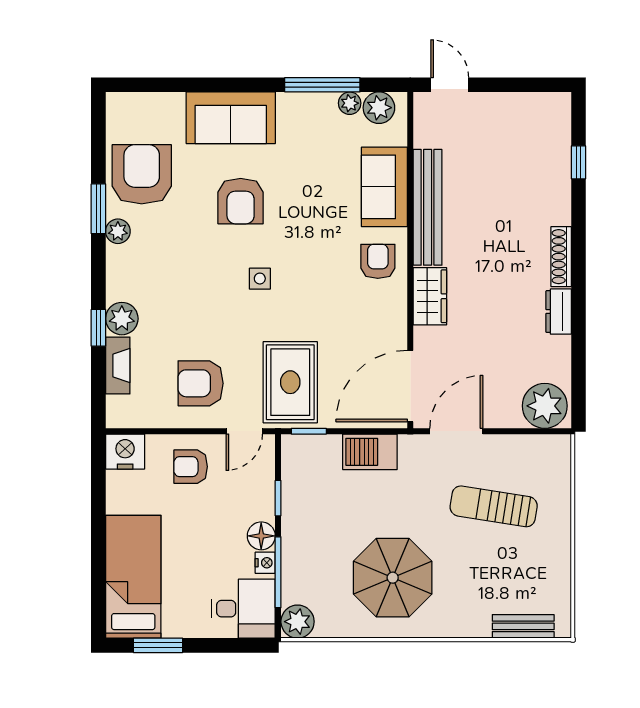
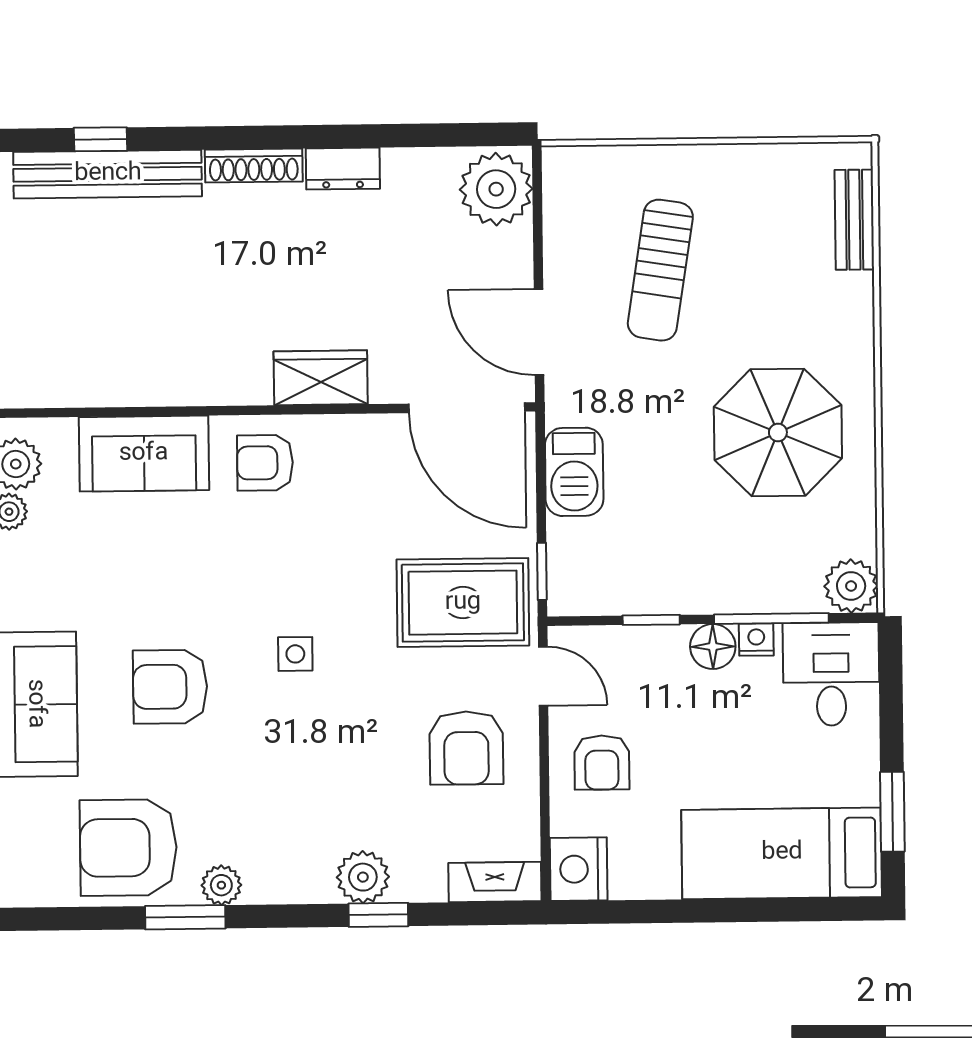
armchair: (241, 201) -> (170, 687), turned 180
bench: (428, 207) -> (108, 174), moved
fireplace: (118, 366) -> (495, 882), moved

